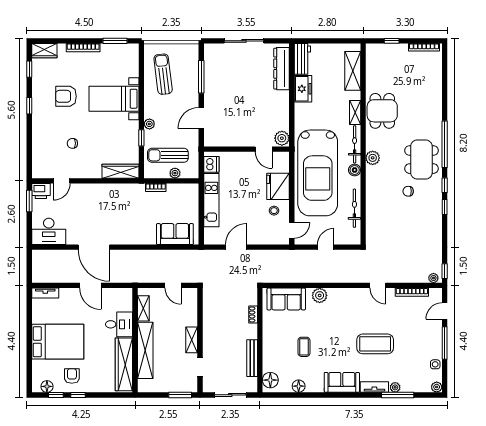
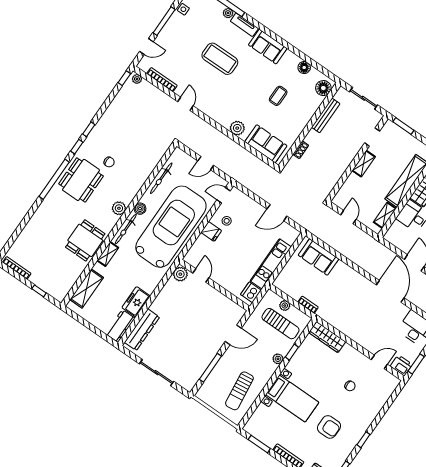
fridge: (278, 186) -> (211, 231), width x0.53, depth x0.75

